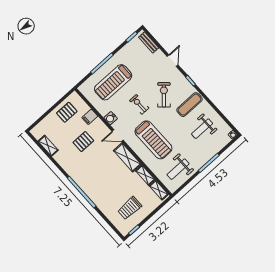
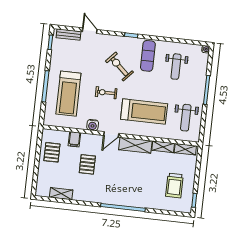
door: (173, 61) -> (90, 31), moved

